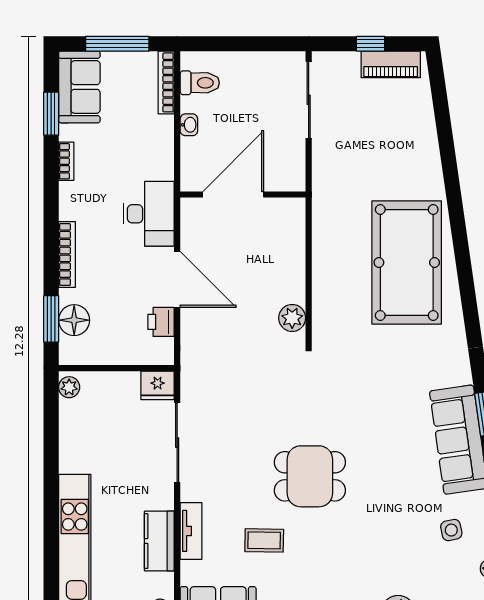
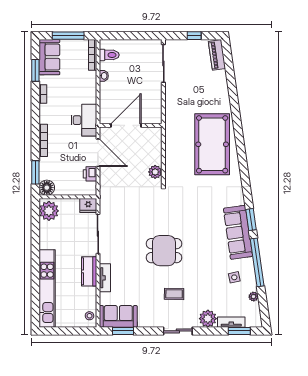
piano: (391, 64) -> (217, 55), moved, turned 82
door: (233, 194) -> (126, 125), moved
wall: (243, 194) -> (131, 125), moved
floor lamp: (74, 320) -> (47, 188), moved
plant: (69, 387) -> (49, 211), width x1.87, depth x1.87
coffee table: (264, 540) -> (174, 294), moved
kitchen counter: (159, 541) -> (89, 271), moved

